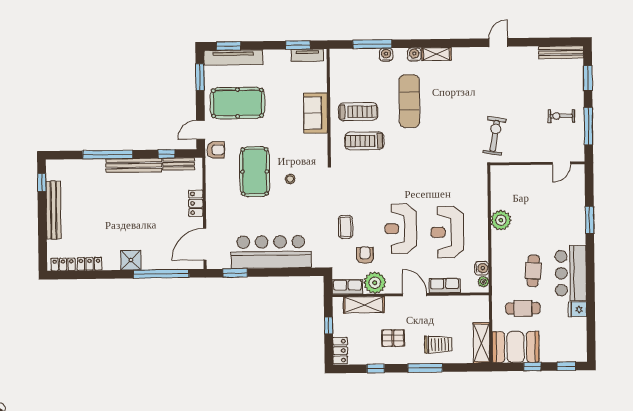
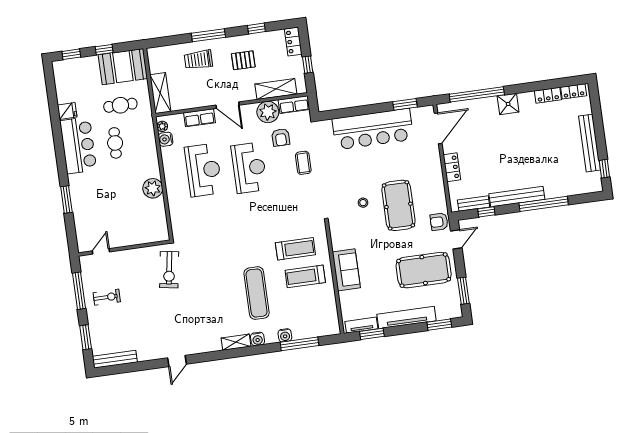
tv unit: (233, 58) -> (407, 317), moved
shelving: (481, 343) -> (160, 93), moved

